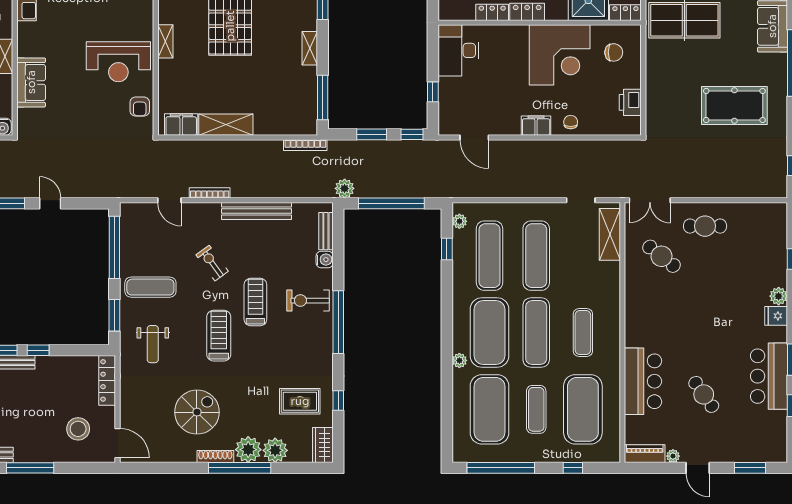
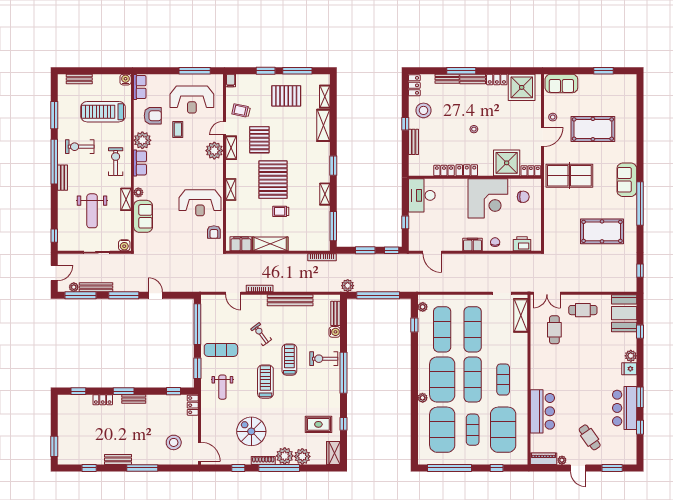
plant: (24, 46) -> (138, 192), added
trolley: (242, 75) -> (281, 211), added
printer: (630, 102) -> (522, 244), moved, turned 90
booth: (768, 231) -> (624, 313), added
cafe table: (662, 256) -> (554, 330), turned 52
window: (38, 350) -> (173, 391), moved
locker: (107, 380) -> (193, 405), width x0.66
cafe table: (704, 394) -> (590, 437), moved
spiral stairs: (197, 412) -> (251, 431), turned -90
window: (177, 468) -> (238, 468), added

